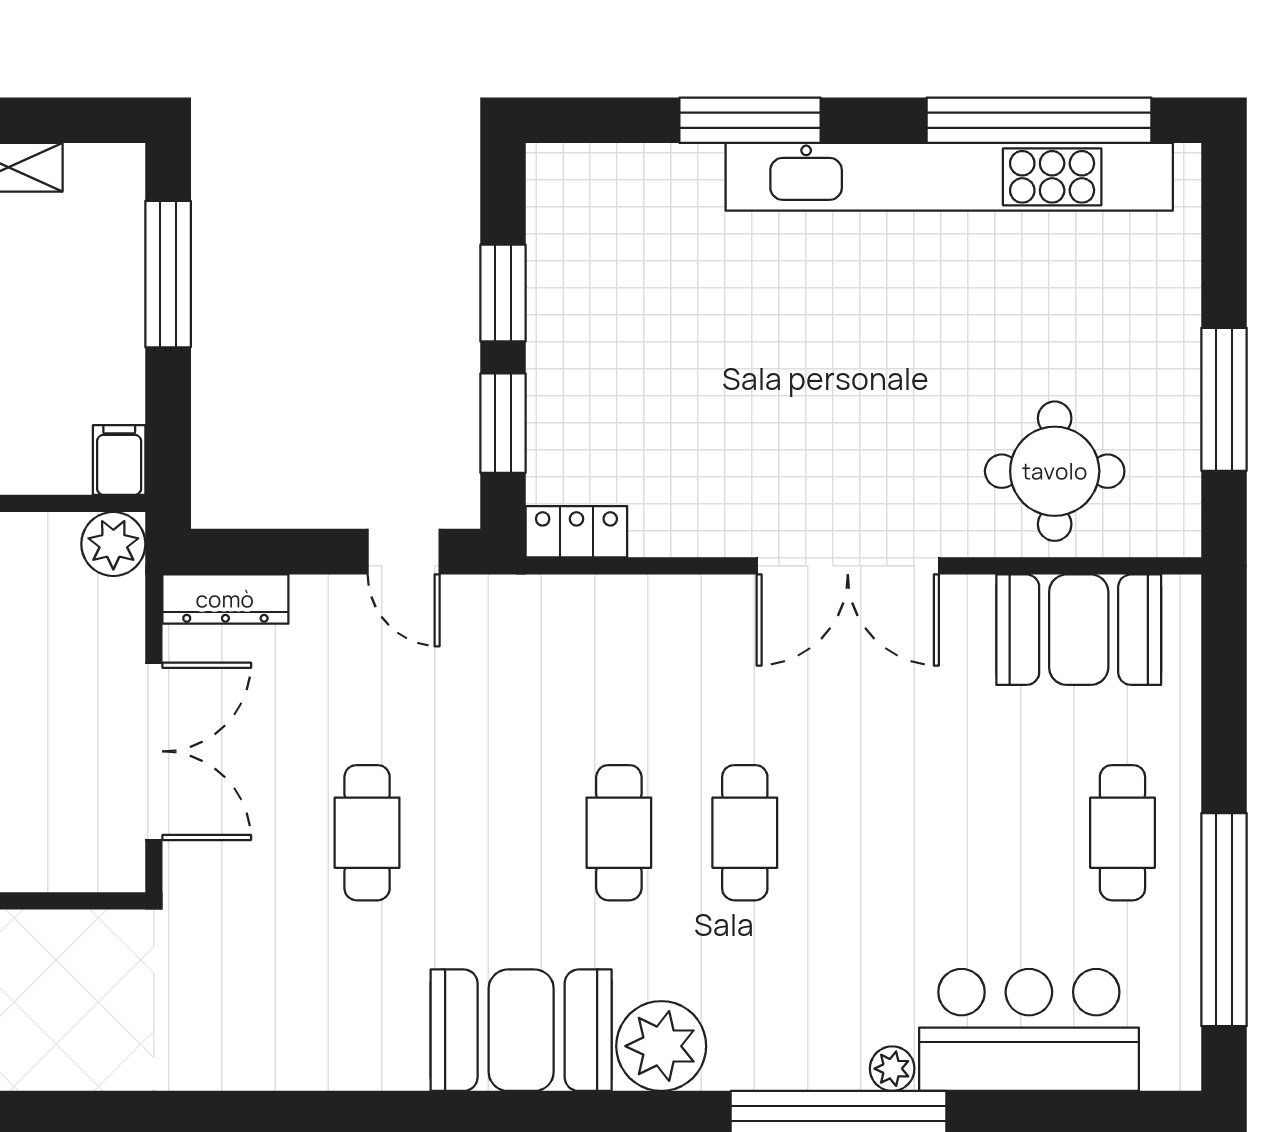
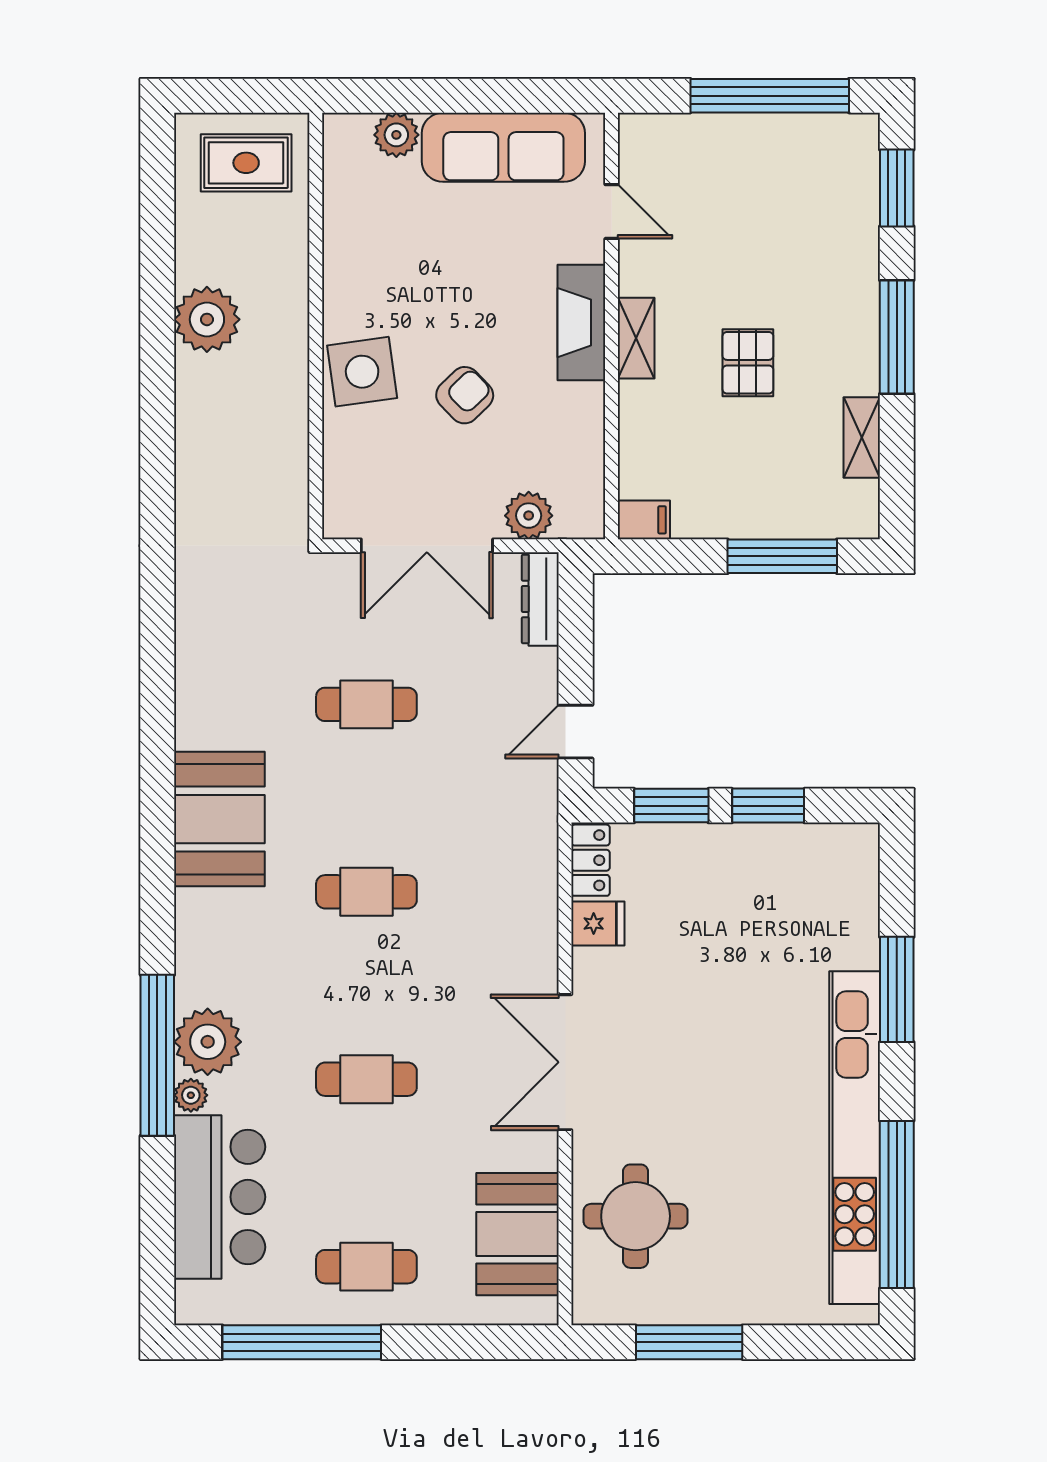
fridge: (662, 522) -> (598, 924), added
plant: (113, 544) -> (529, 516), moved
cafe table: (745, 833) -> (366, 1079), moved
plant: (661, 1046) -> (208, 1042), moved

